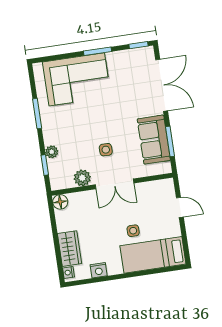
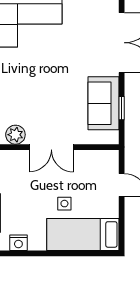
window: (170, 141) -> (122, 108), width x0.67
side table: (106, 150) -> (47, 107), removed

